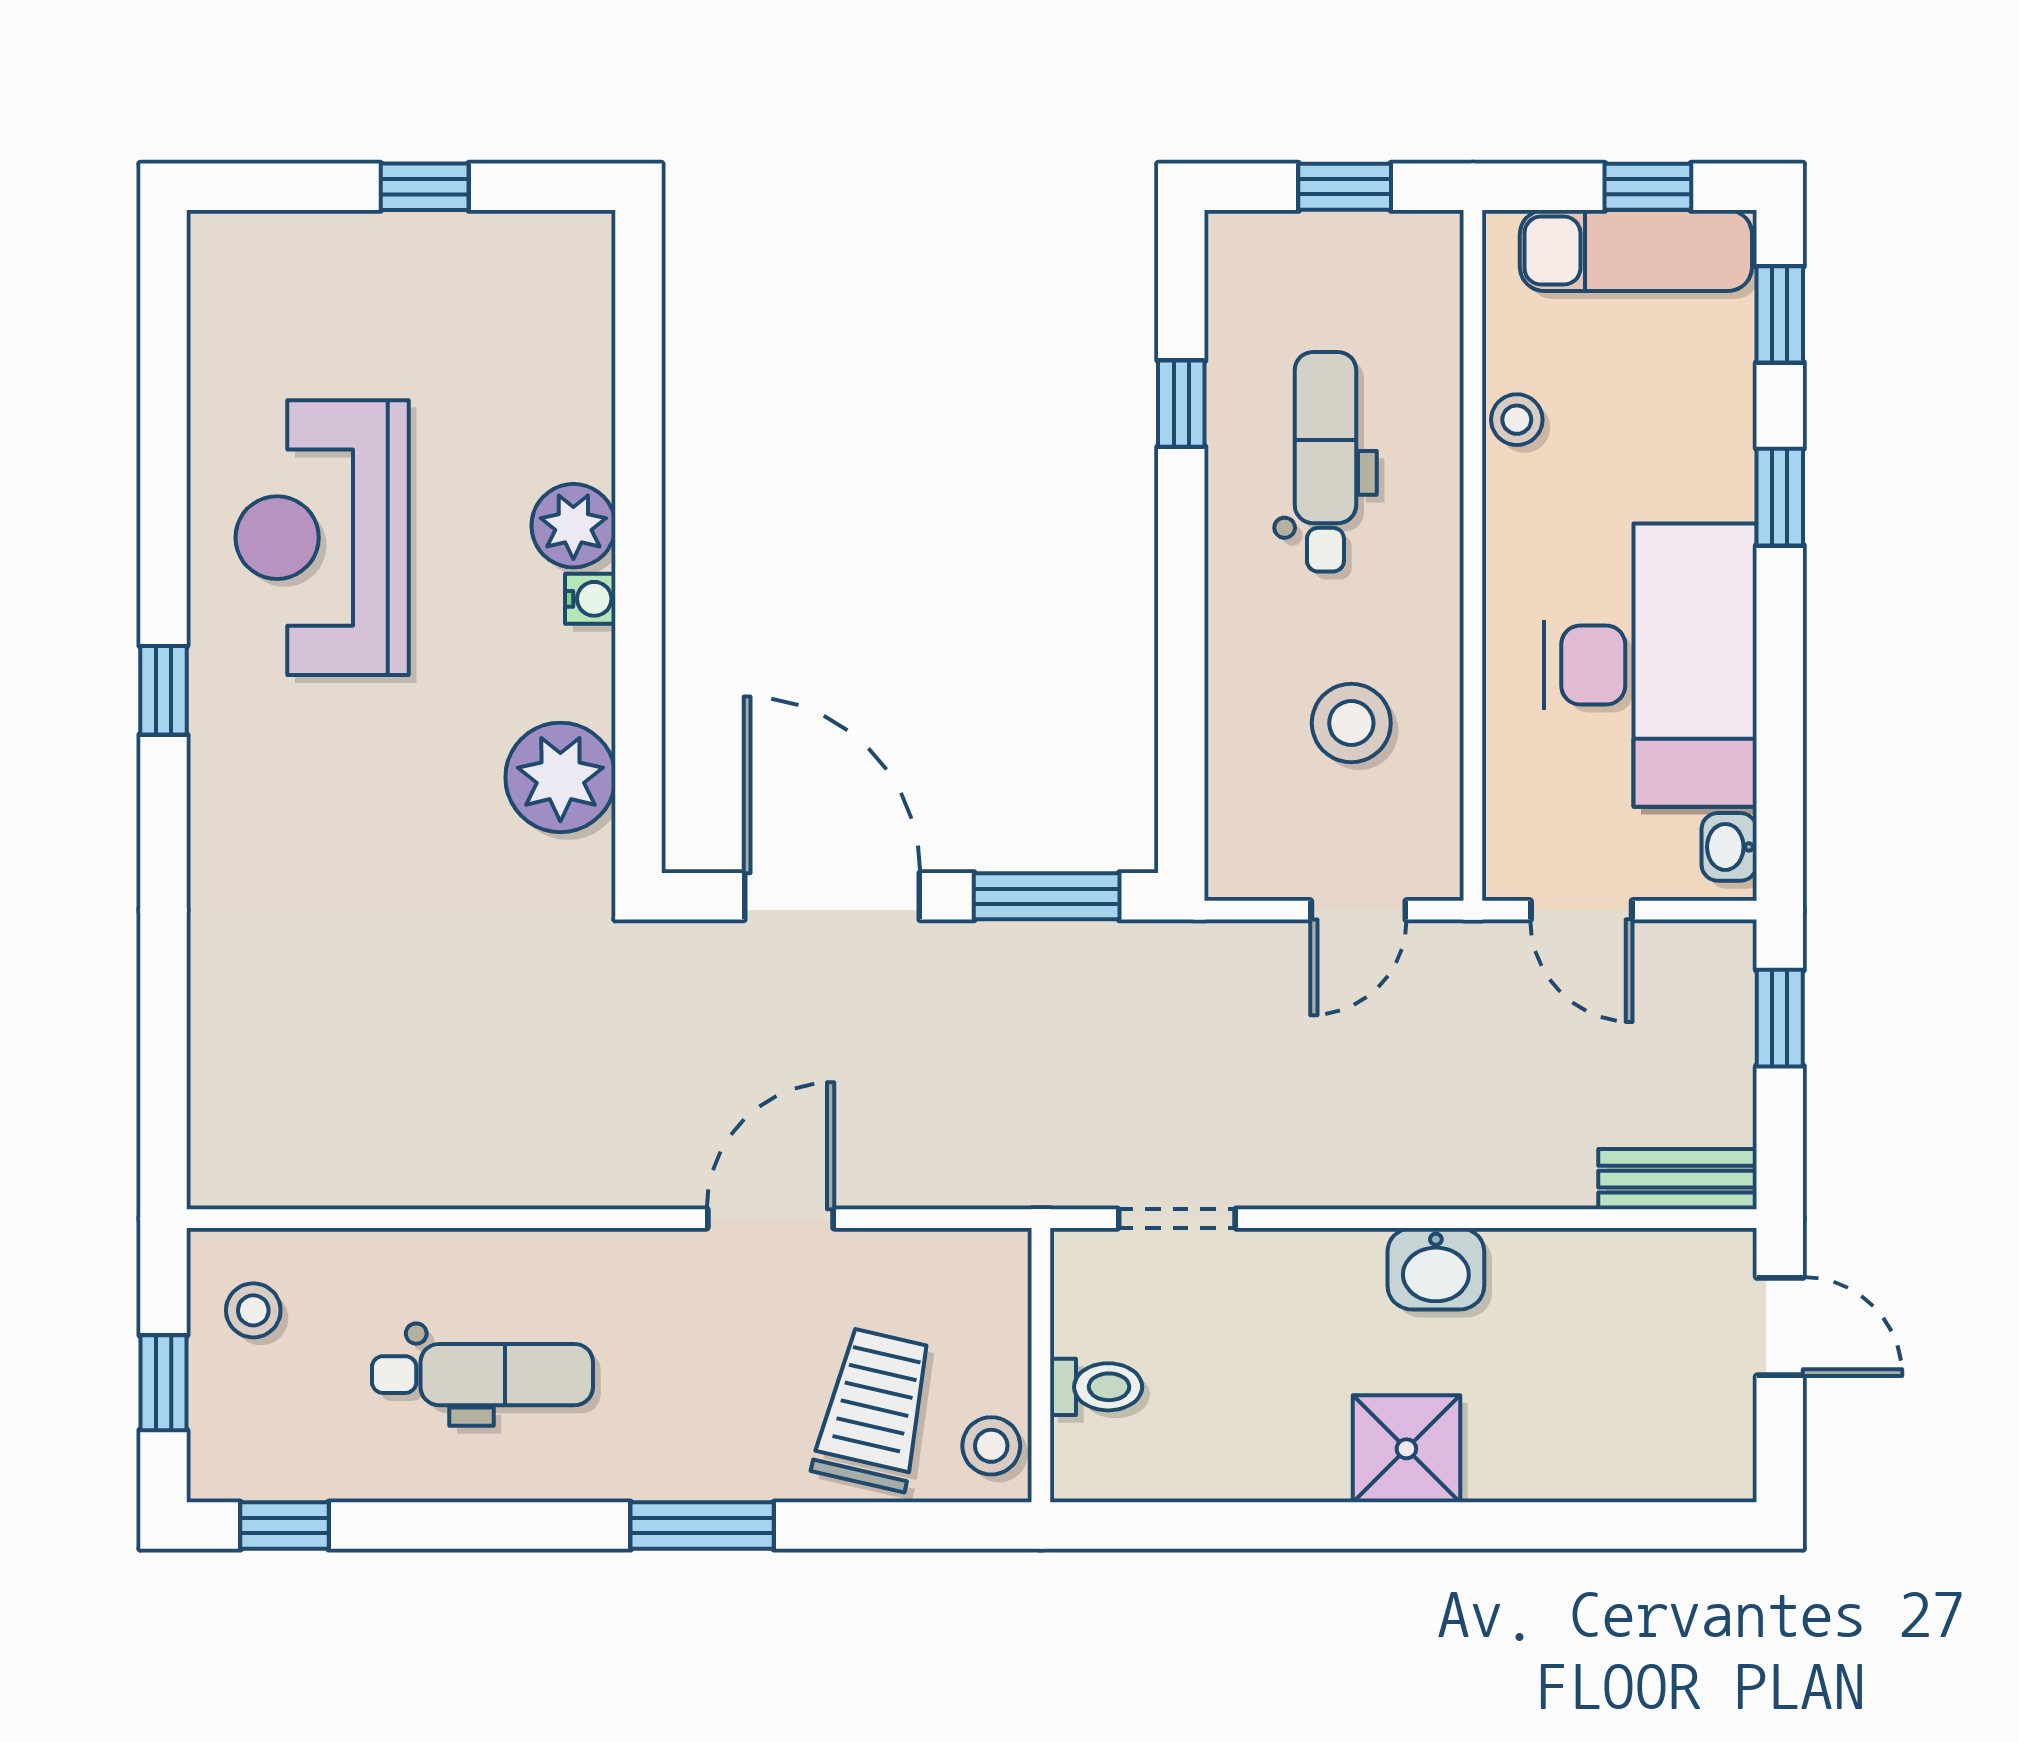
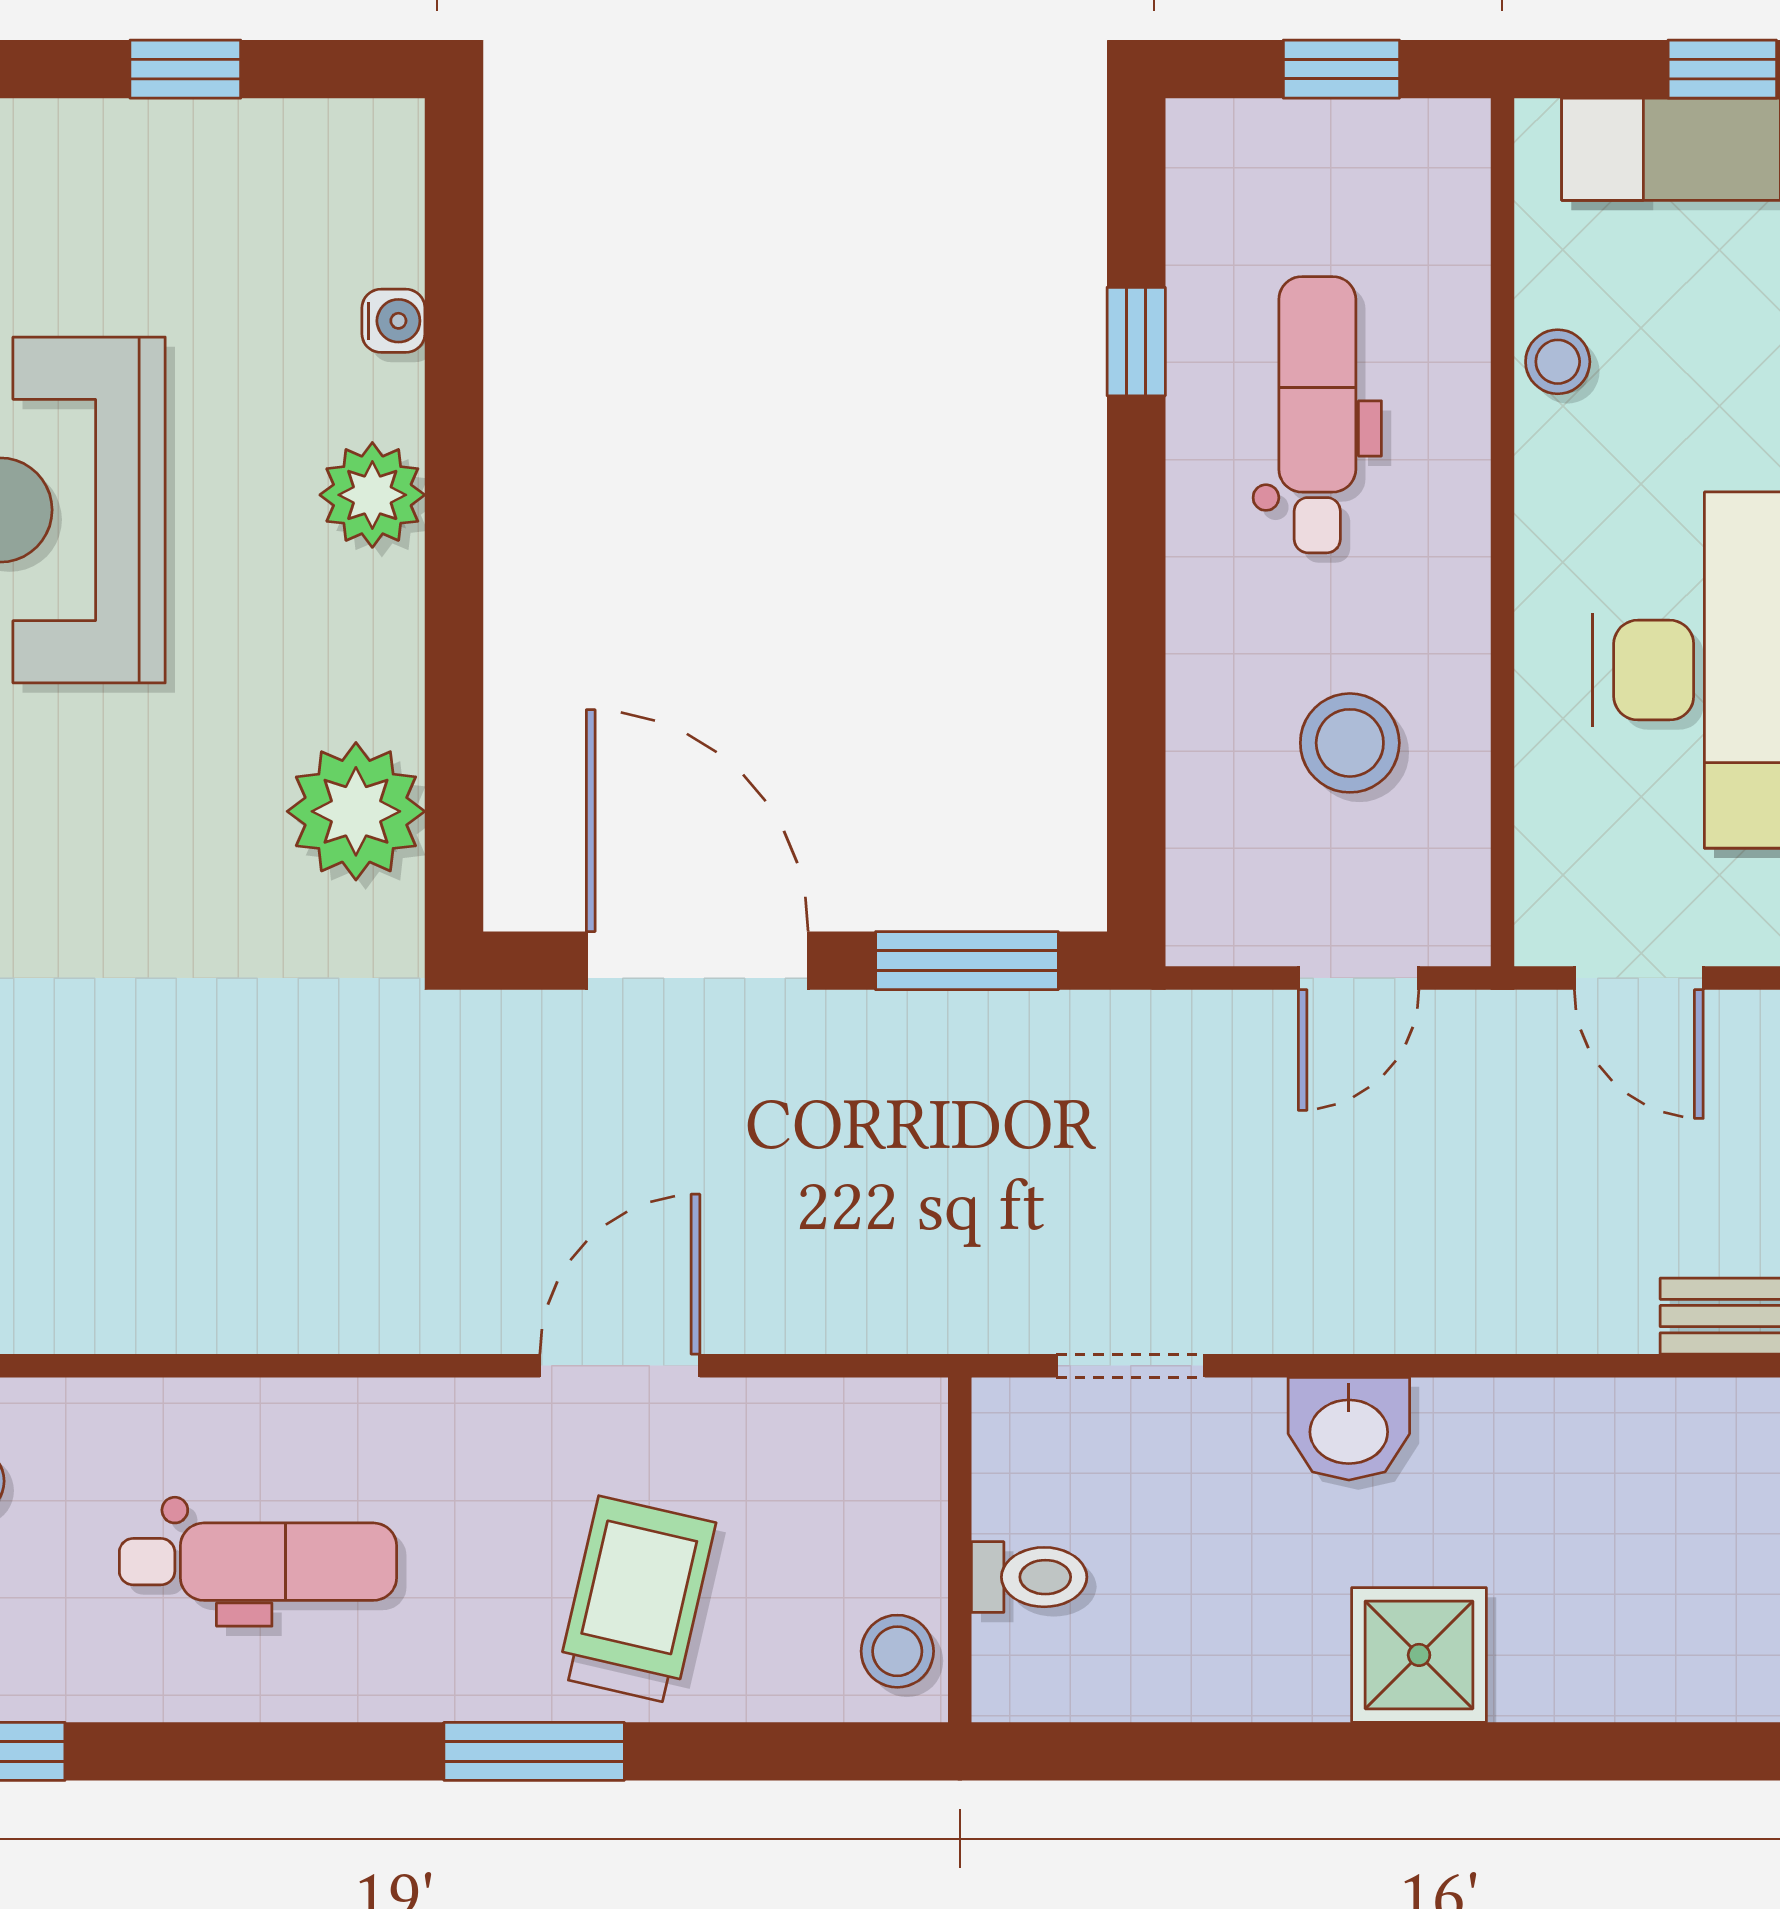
water cooler: (590, 599) -> (393, 321), moved
washbasin: (1436, 1269) -> (1349, 1429), moved
trolley: (874, 1409) -> (636, 1600), moved

